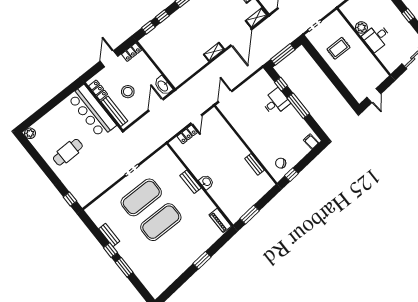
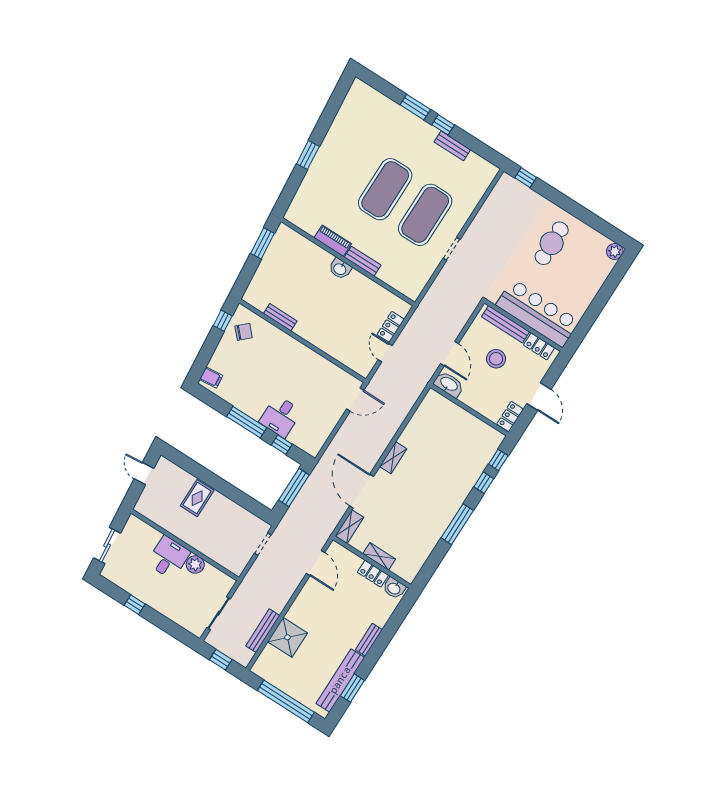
rug: (338, 48) -> (197, 498), moved
door: (225, 96) -> (355, 400), hinge flipped
piano: (220, 220) -> (333, 241), moved

